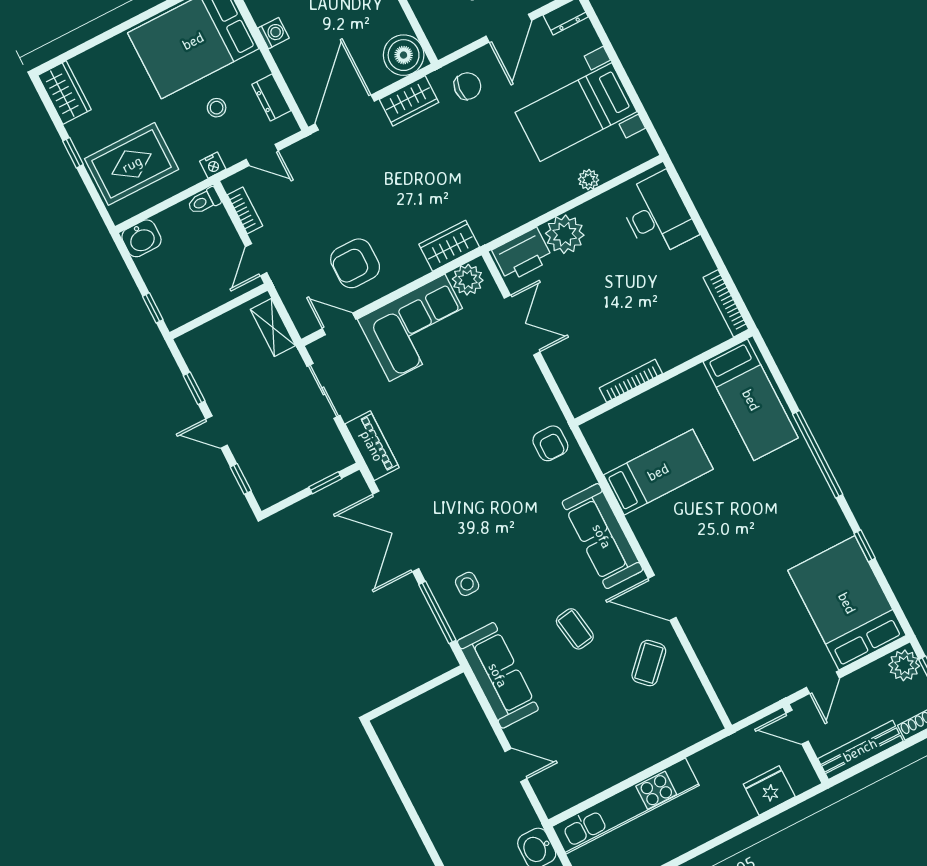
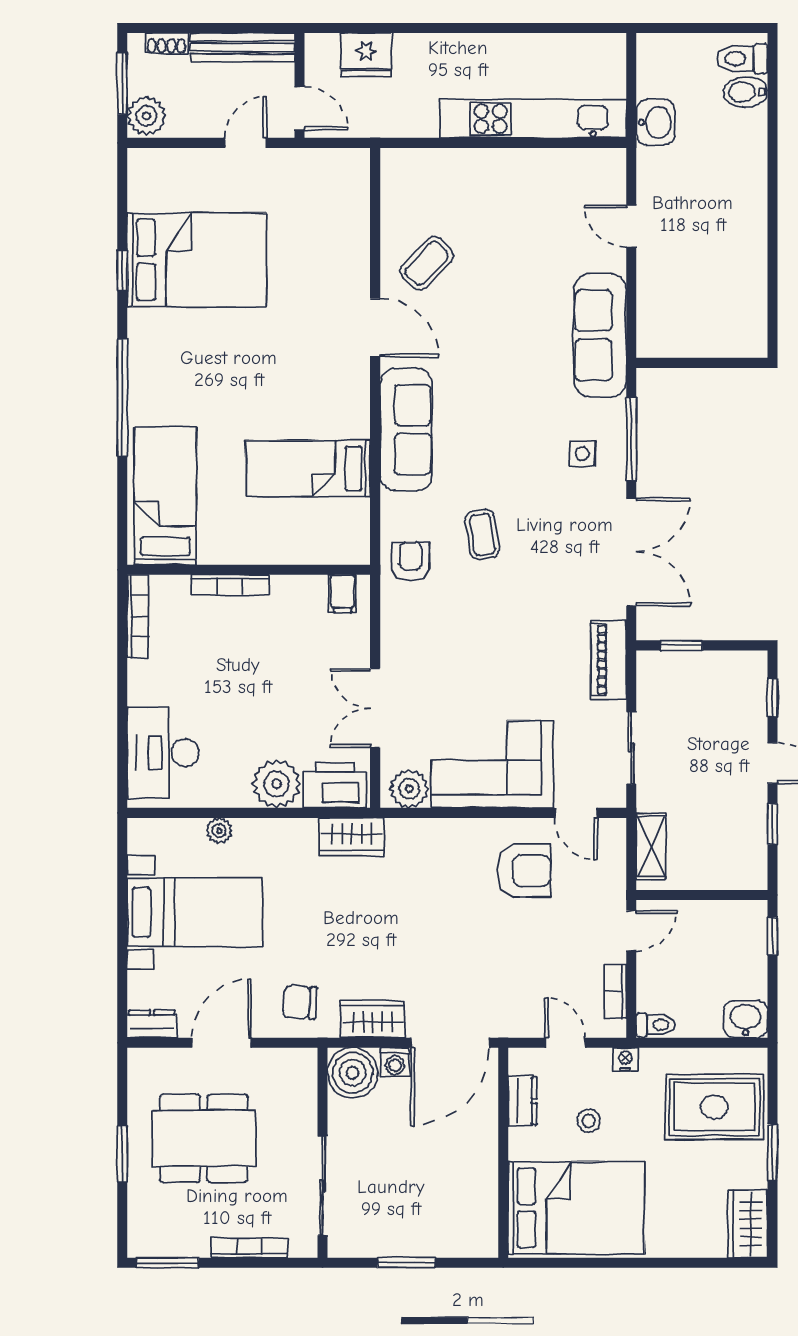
washing machine: (273, 33) -> (395, 1062), moved, turned -90
window: (73, 153) -> (772, 1152), width x1.50
wardrobe: (449, 246) -> (352, 837), moved
bookcase: (631, 381) -> (230, 585), moved
filing cabinet: (587, 395) -> (342, 594), added
bed: (847, 603) -> (197, 260), moved, turned -90
coffee table: (575, 629) -> (482, 534), moved

